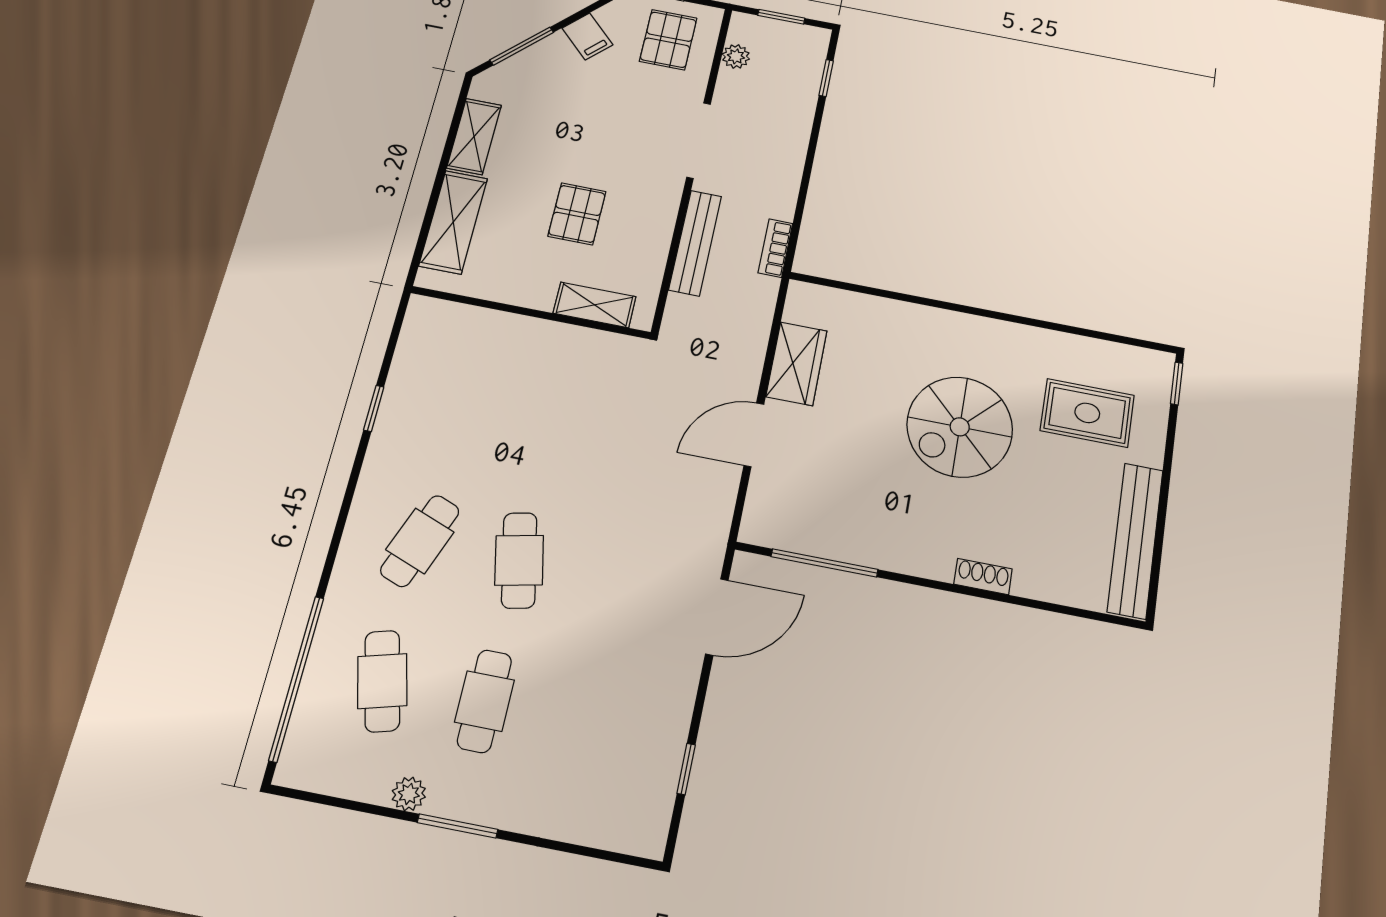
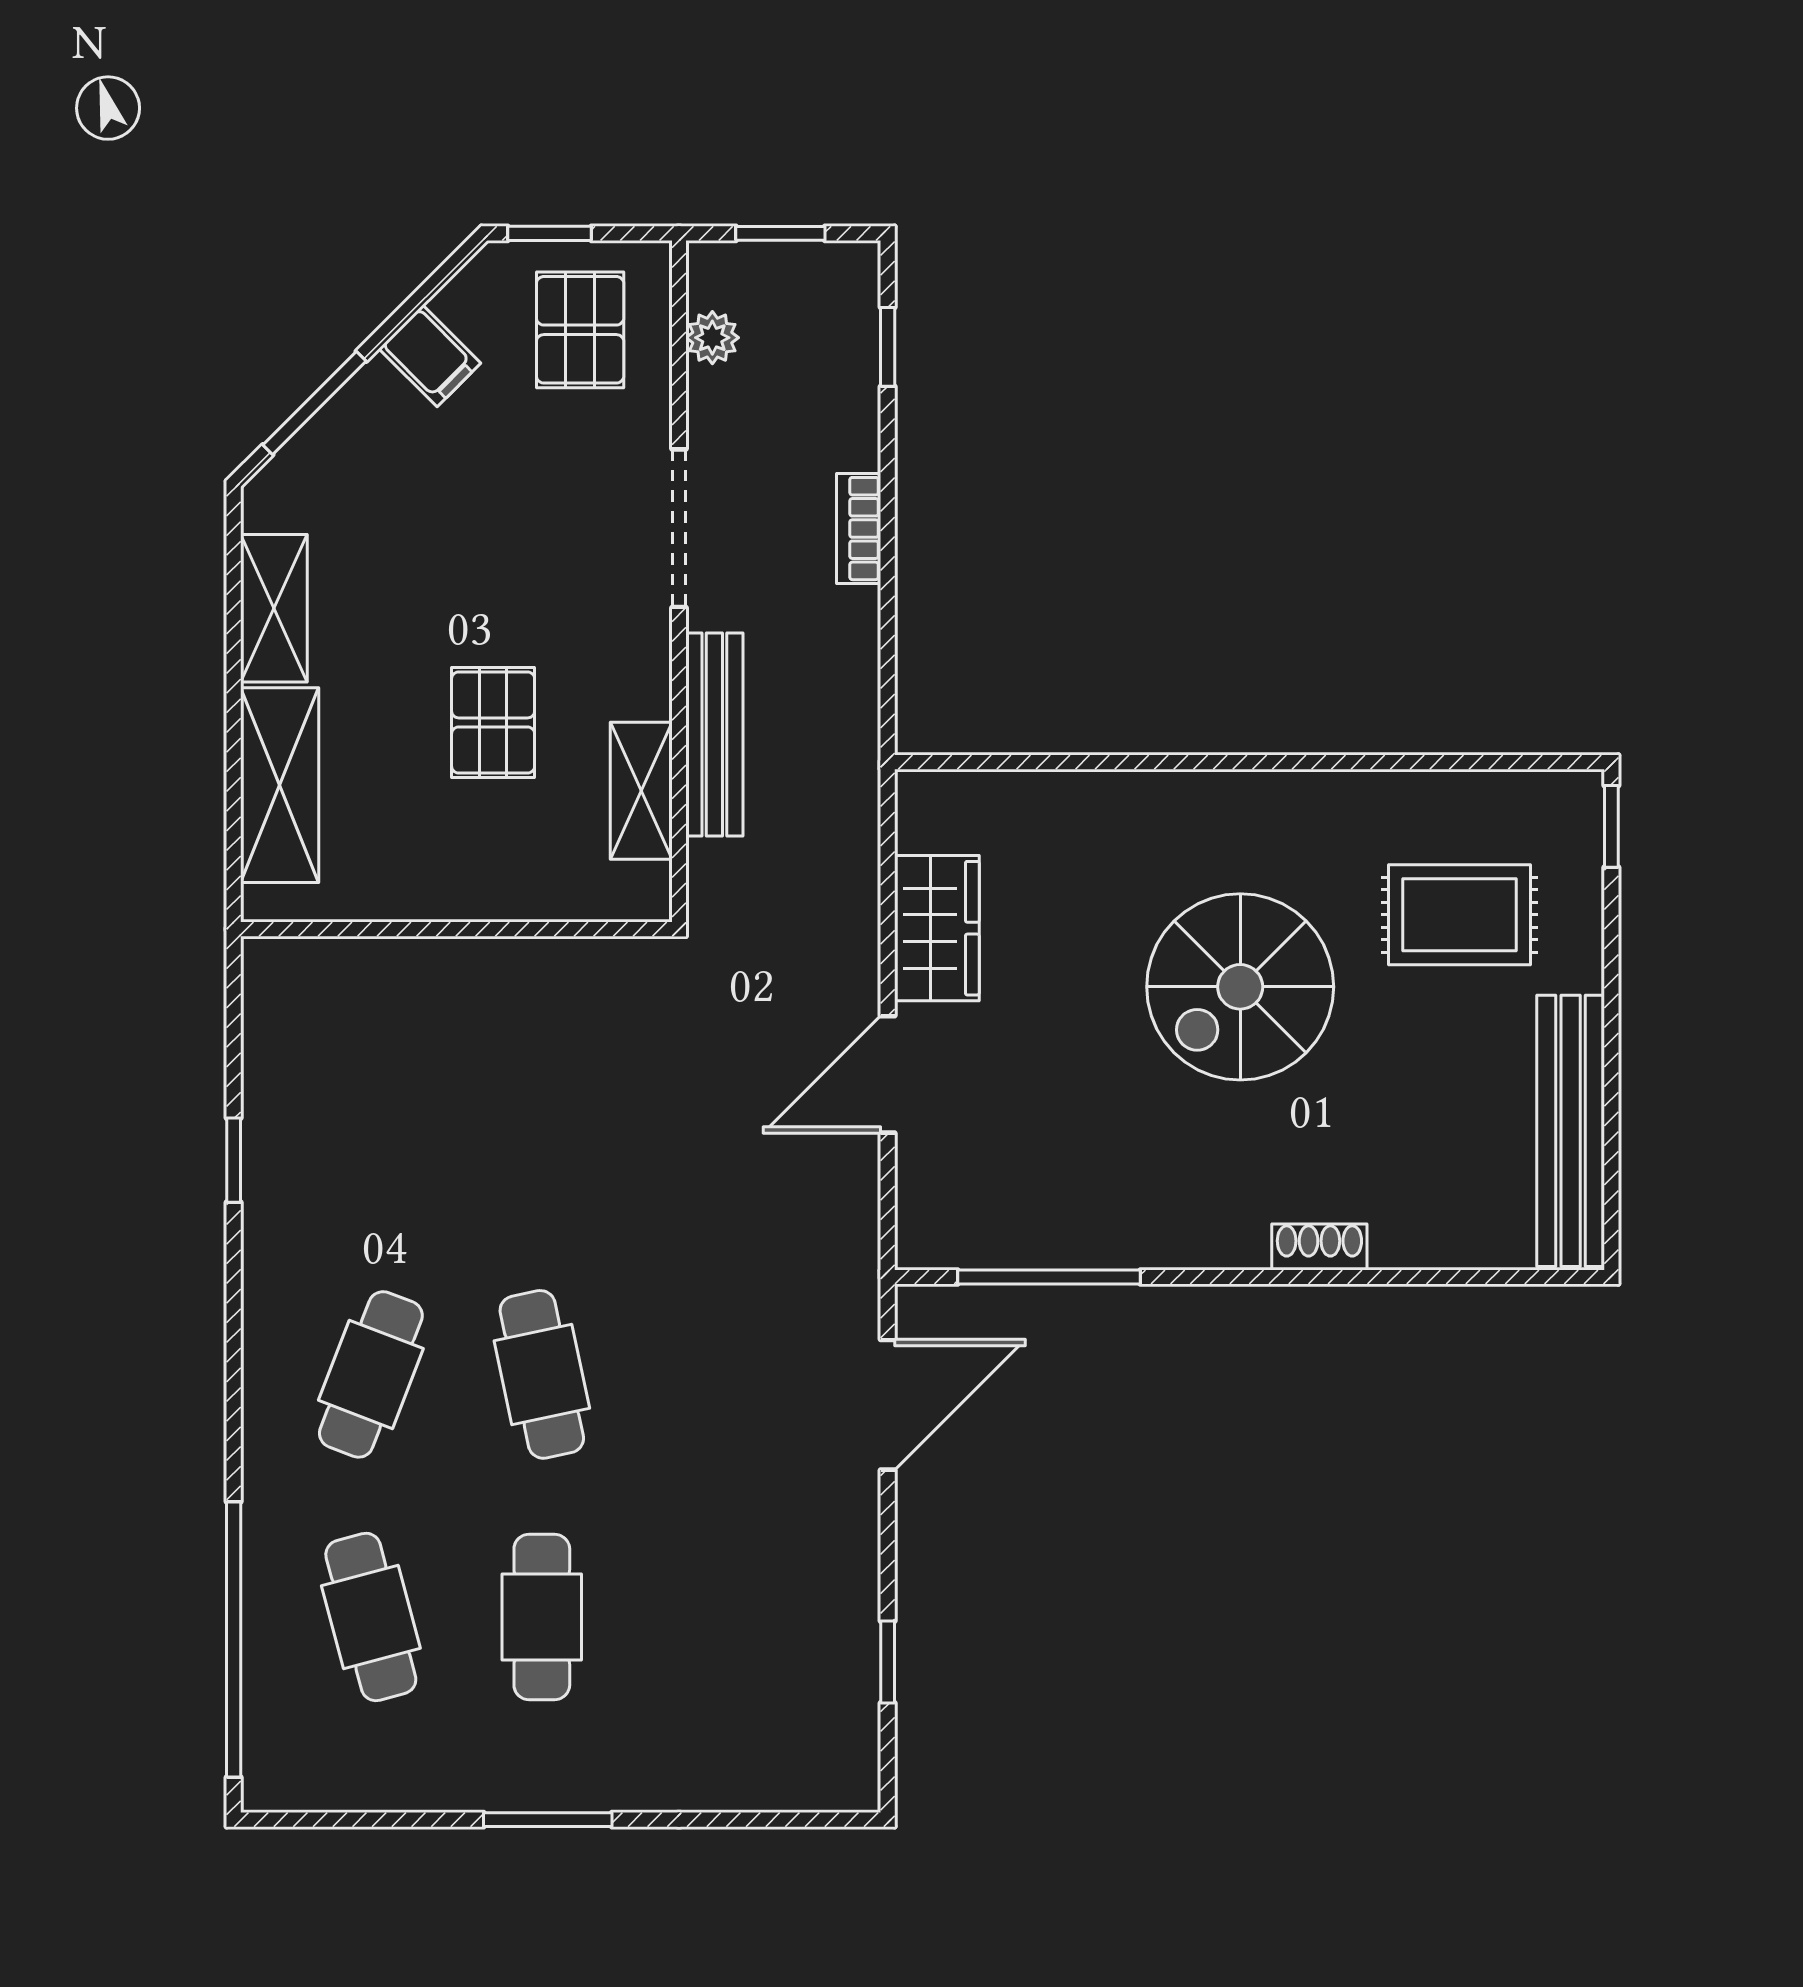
bookcase: (775, 248) -> (859, 529), moved
shelving: (595, 305) -> (641, 791), moved, turned 90
plant: (409, 794) -> (459, 1786), removed

